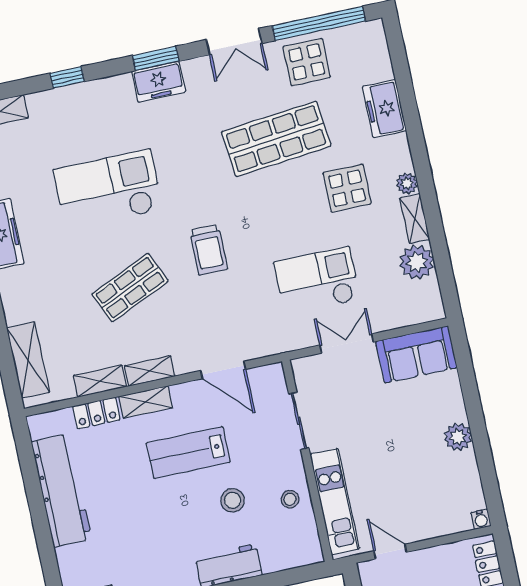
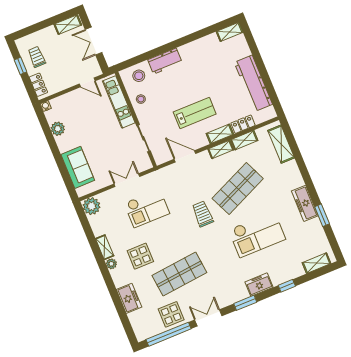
freezer: (159, 82) -> (259, 285), moved
plant: (417, 262) -> (91, 206), moved
shop shelf: (130, 288) -> (238, 188), width x1.43, depth x1.36
double door: (347, 344) -> (127, 180), swing flipped
sofa: (416, 354) -> (78, 167), moved, turned 90
plant: (458, 437) -> (58, 129), moved
stool: (233, 500) -> (139, 76), moved

